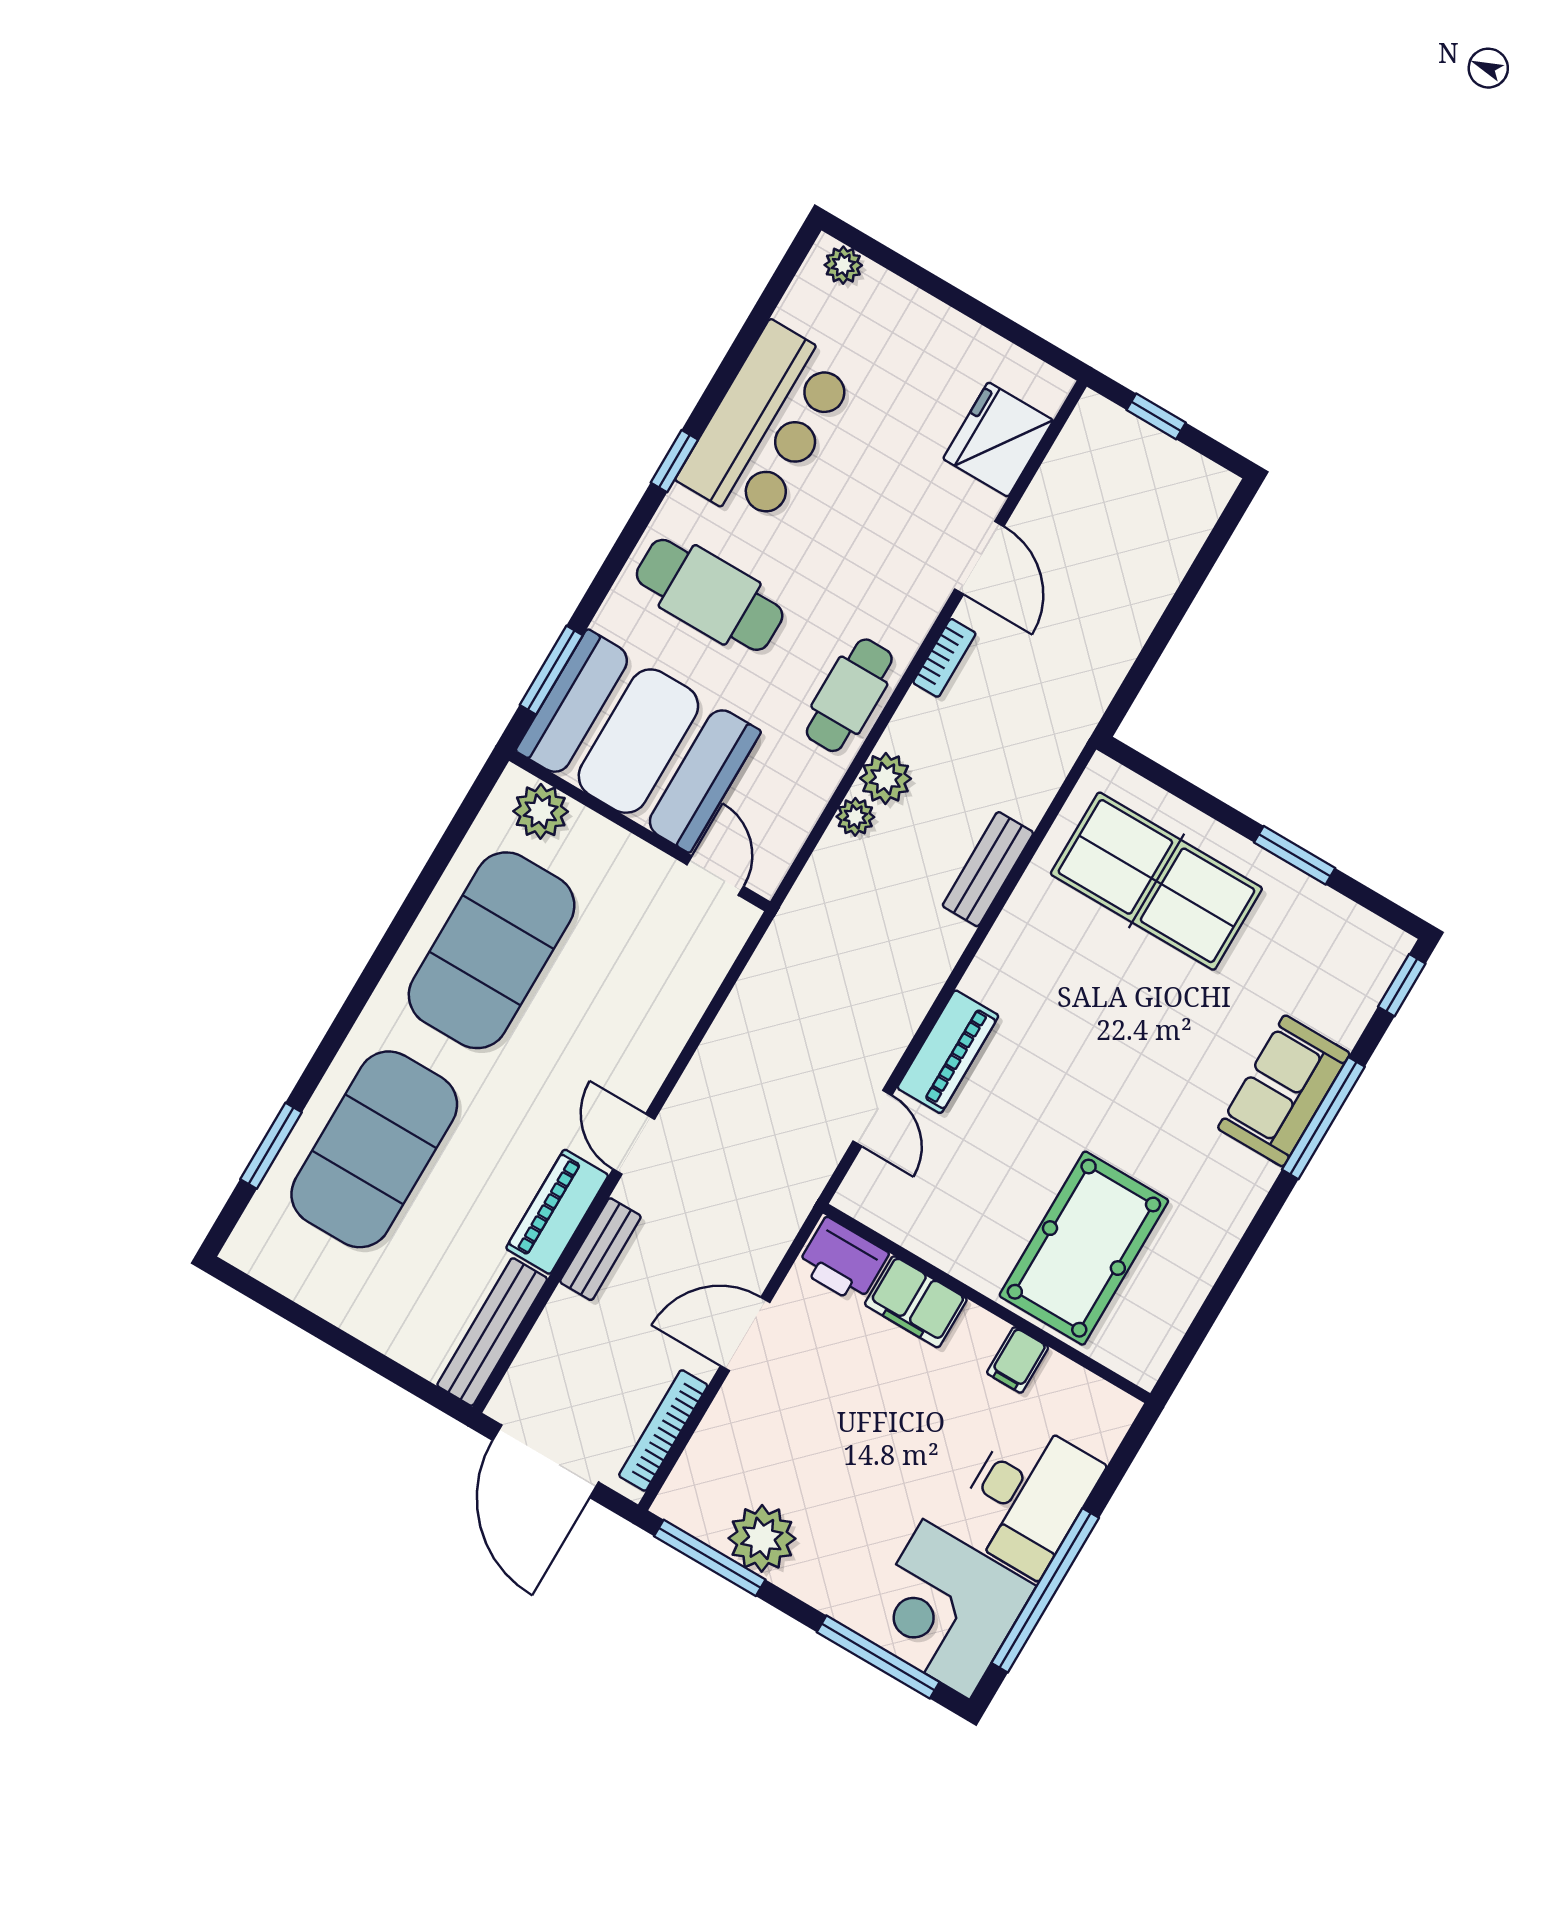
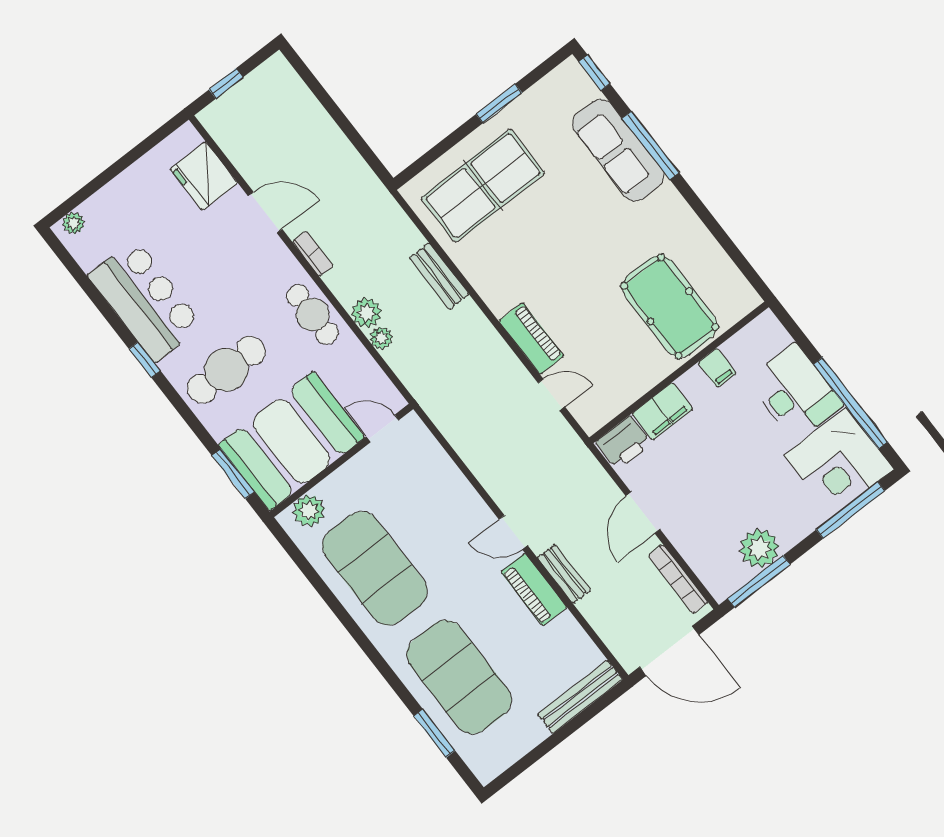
sofa: (1284, 1091) -> (618, 150), width x1.36
bench: (492, 1332) -> (580, 697), moved, turned 90

